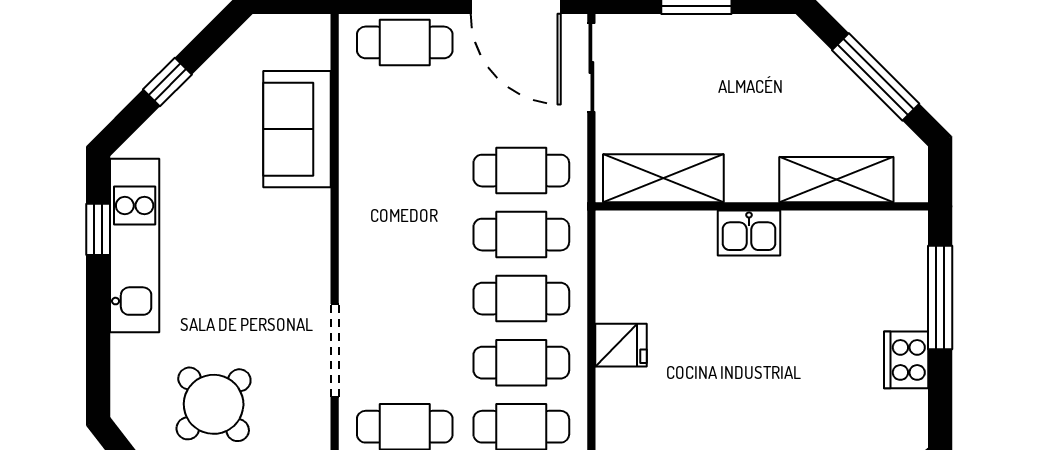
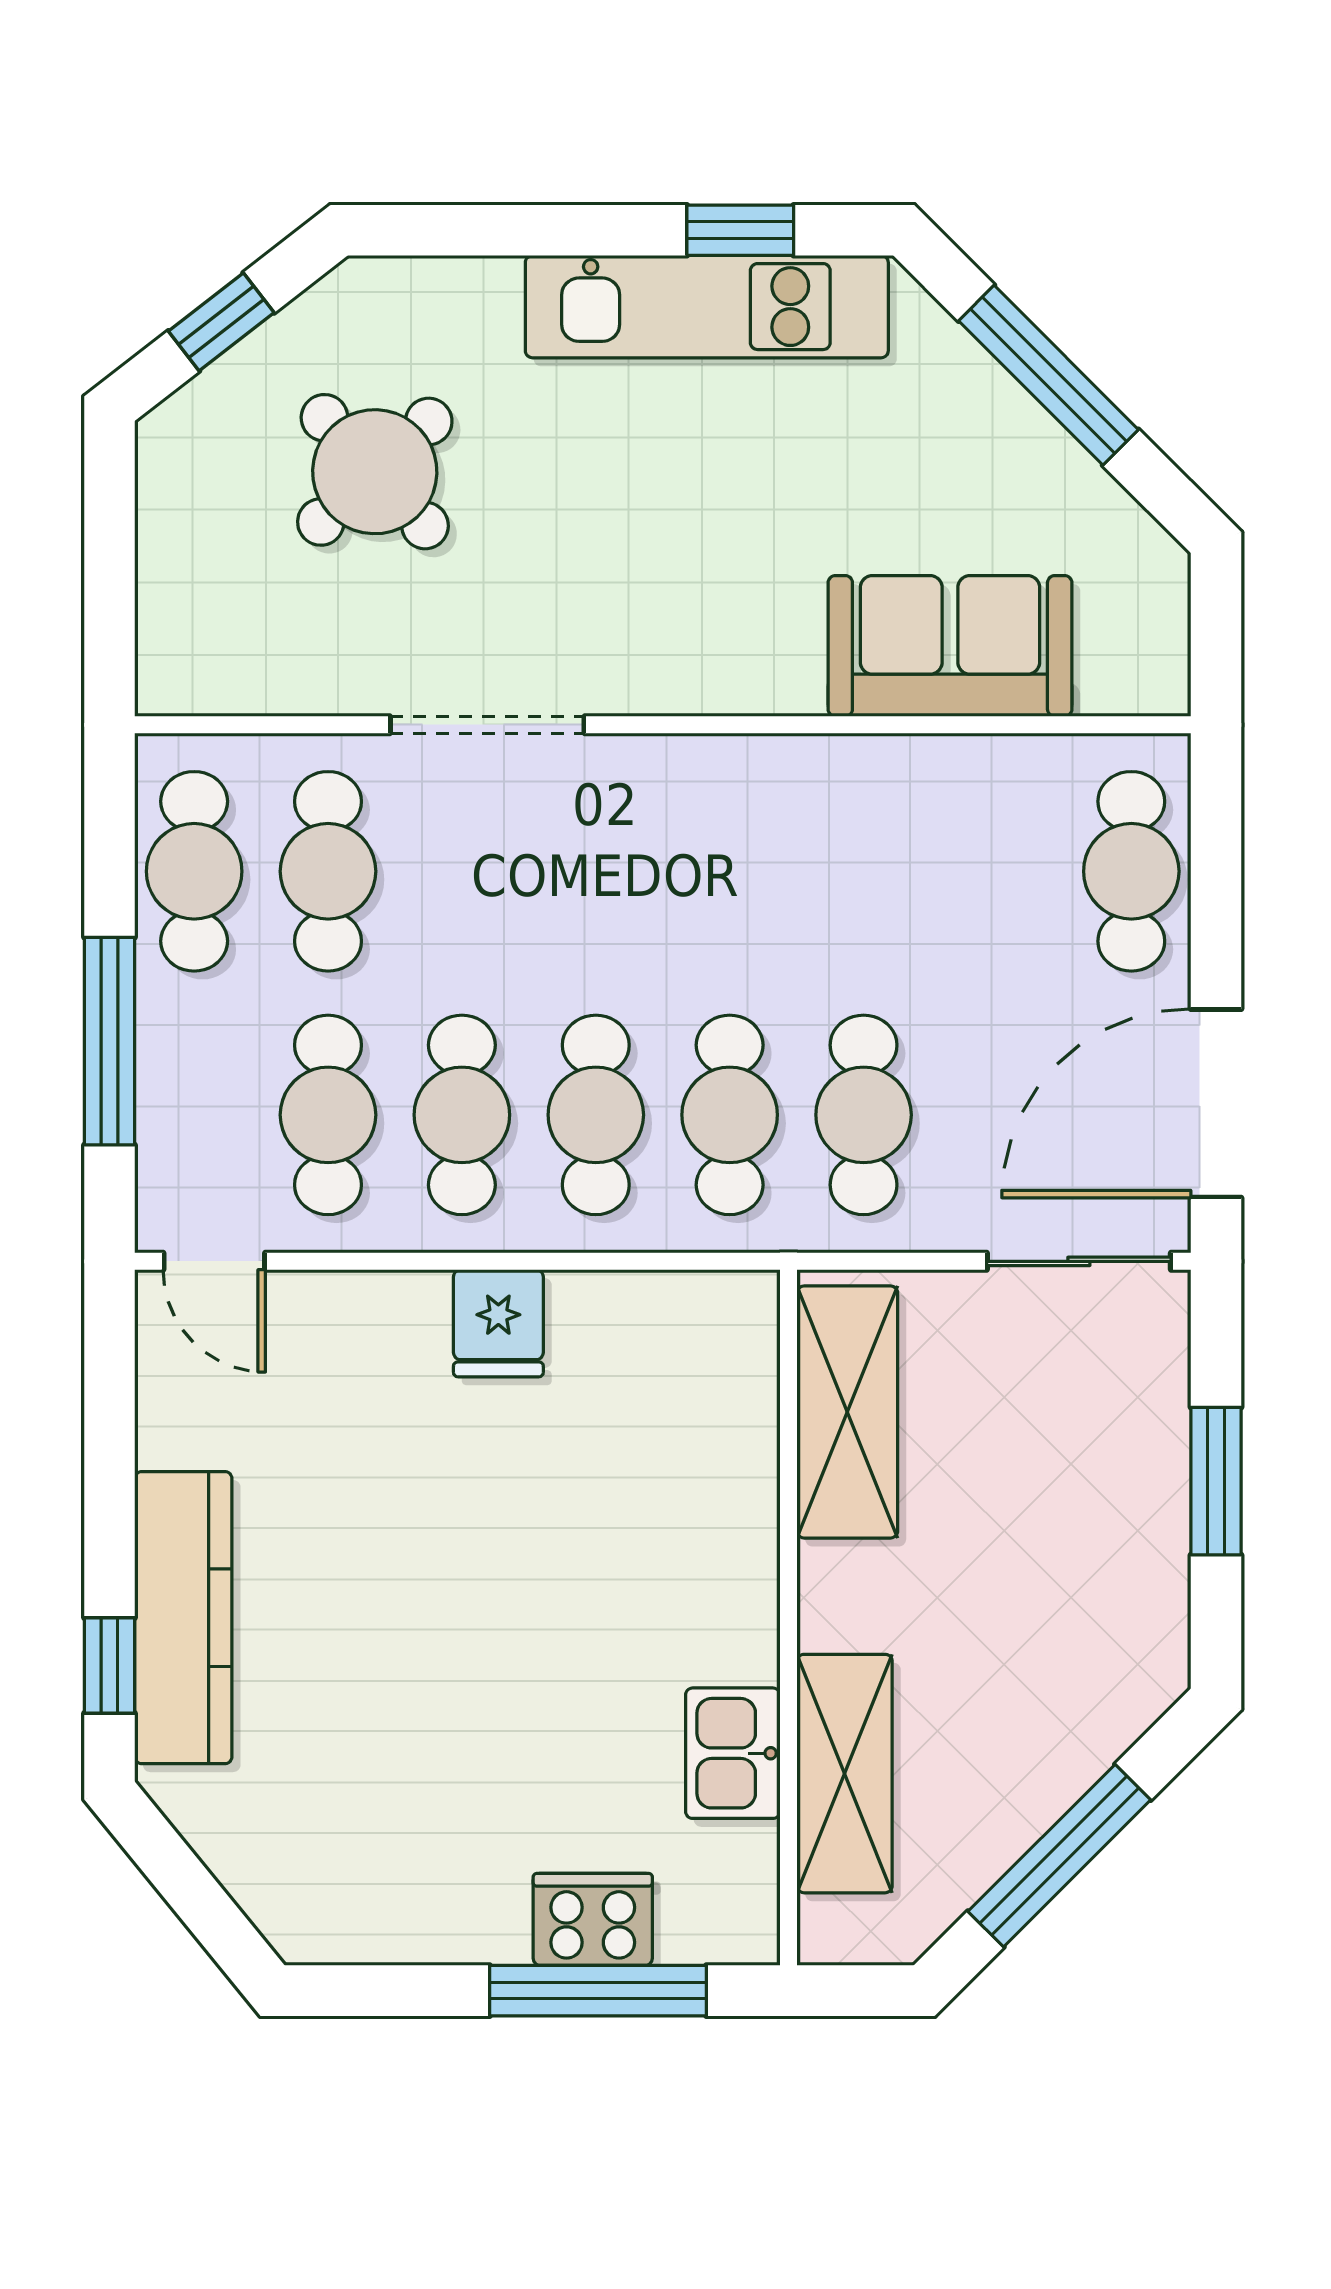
window: (167, 82) -> (1049, 375), width x2.17
kitchen sink: (749, 233) -> (733, 1753), moved
cooker: (906, 360) -> (593, 1919), moved

